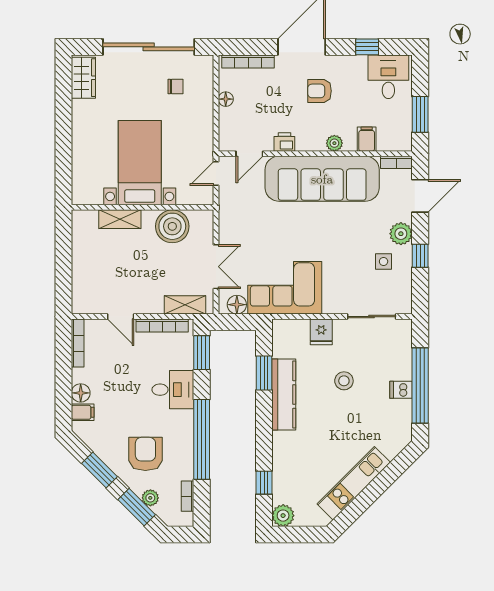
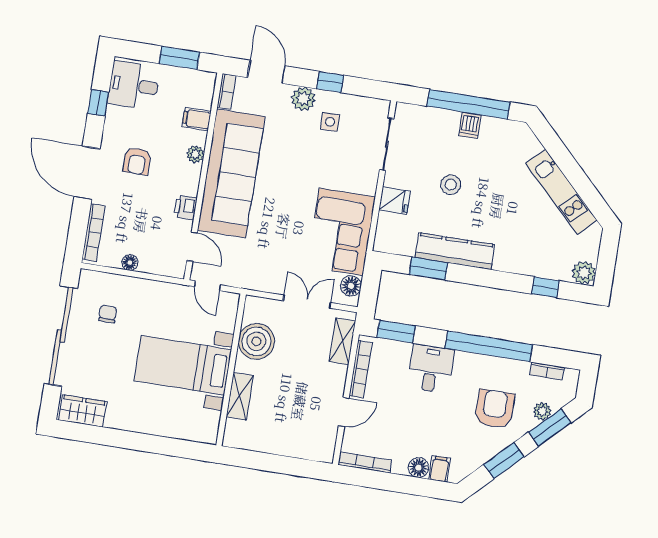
armchair: (145, 454) -> (495, 409), turned 90

